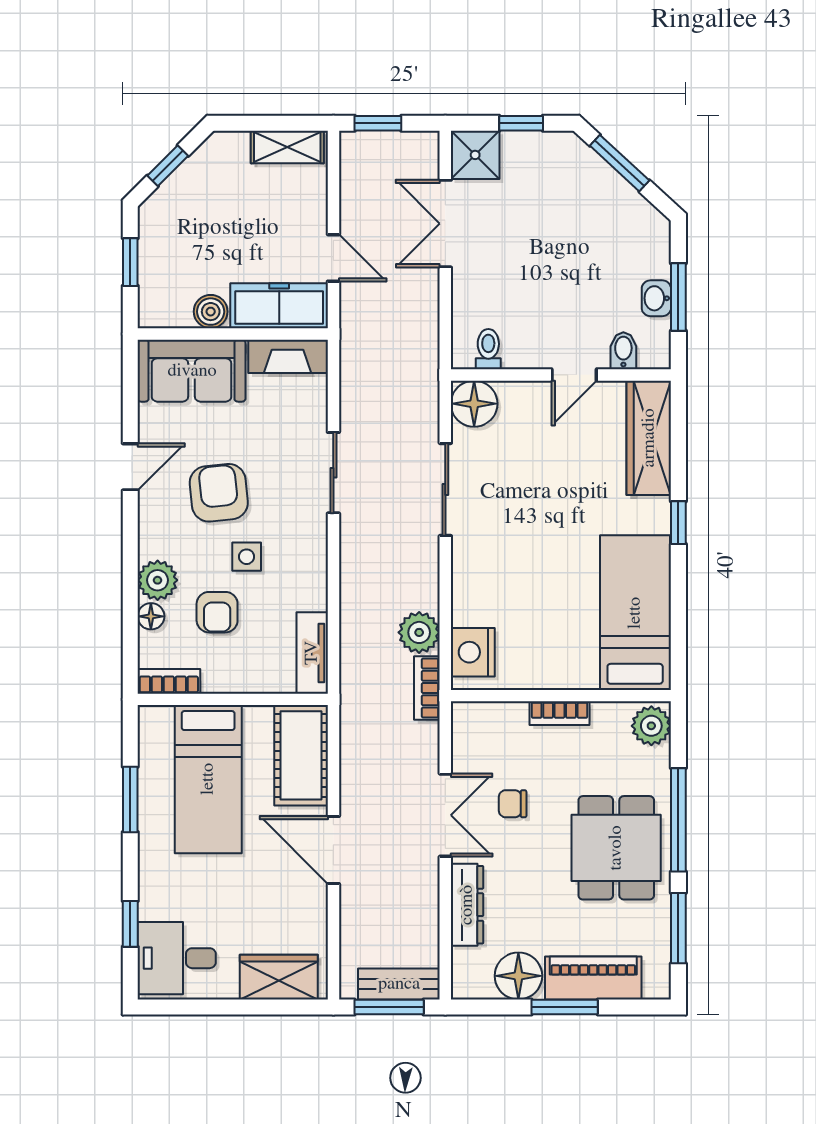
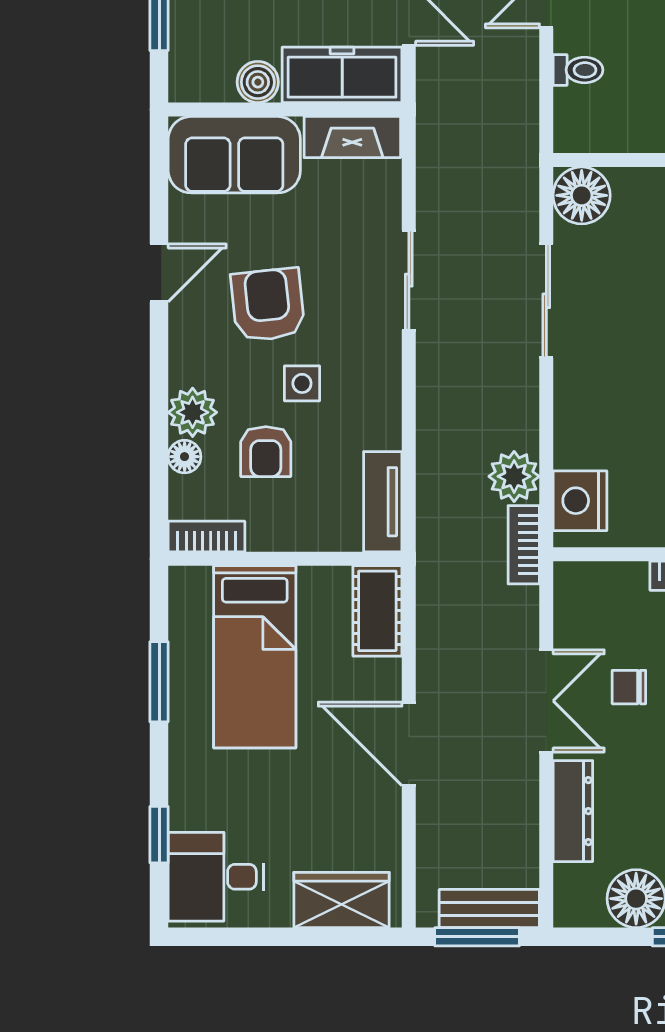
toilet: (488, 349) -> (578, 70), moved, turned 90
cot: (301, 755) -> (377, 611), width x0.73, depth x0.75

